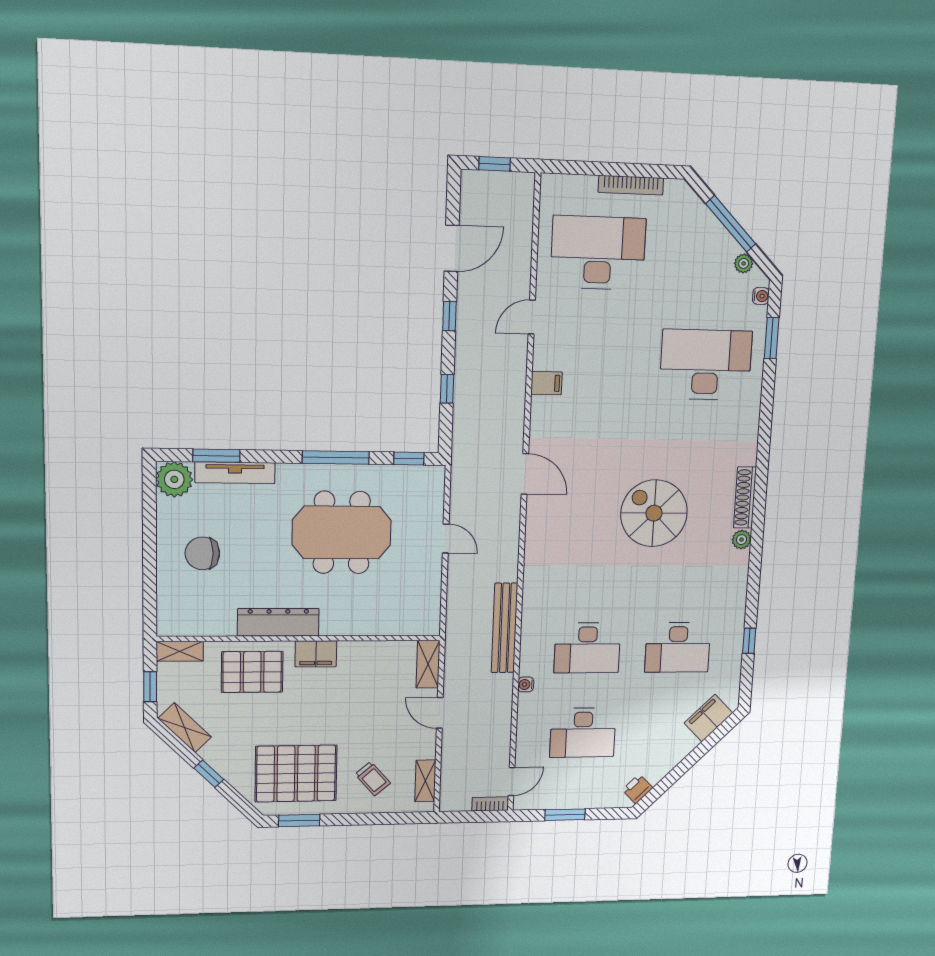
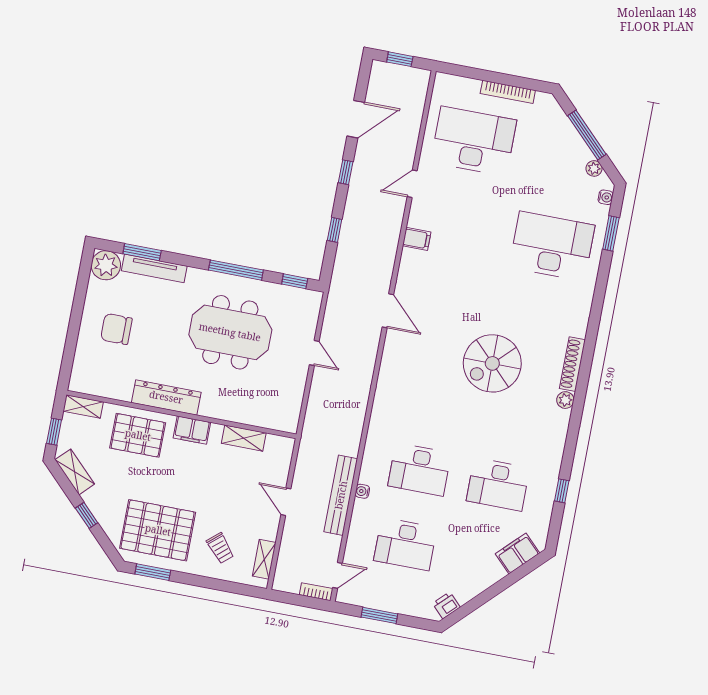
spiral stairs: (654, 513) -> (492, 363), turned -90
bench: (504, 628) -> (341, 495), moved
shelving: (428, 664) -> (244, 438), moved, turned 90

